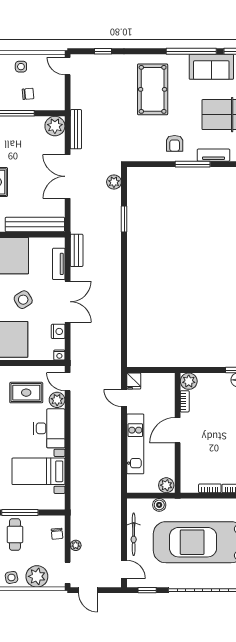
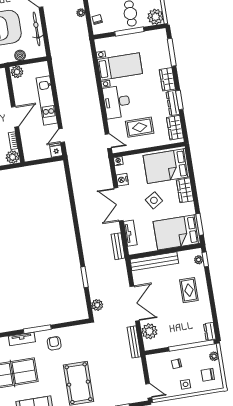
plant: (55, 126) -> (149, 331), moved
door: (124, 398) -> (62, 135), swing flipped
plant: (57, 400) -> (114, 125), removed

